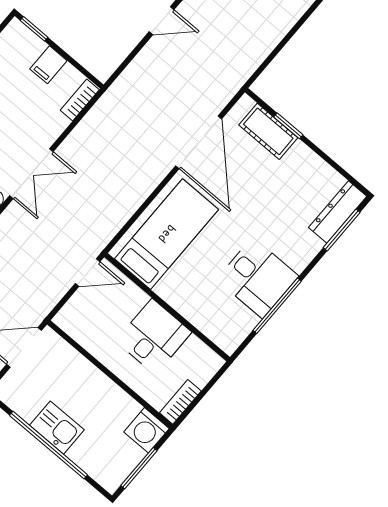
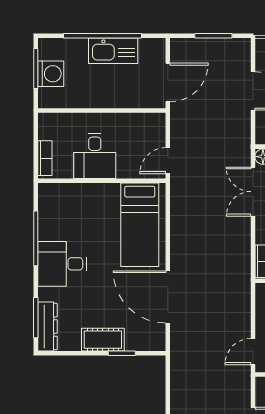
cot: (268, 131) -> (103, 340), moved
desk: (257, 278) -> (62, 264), moved
bookcase: (180, 402) -> (45, 158), moved
kitchen sink: (57, 428) -> (113, 51), width x1.38
washing machine: (146, 430) -> (51, 74), moved, turned 90

